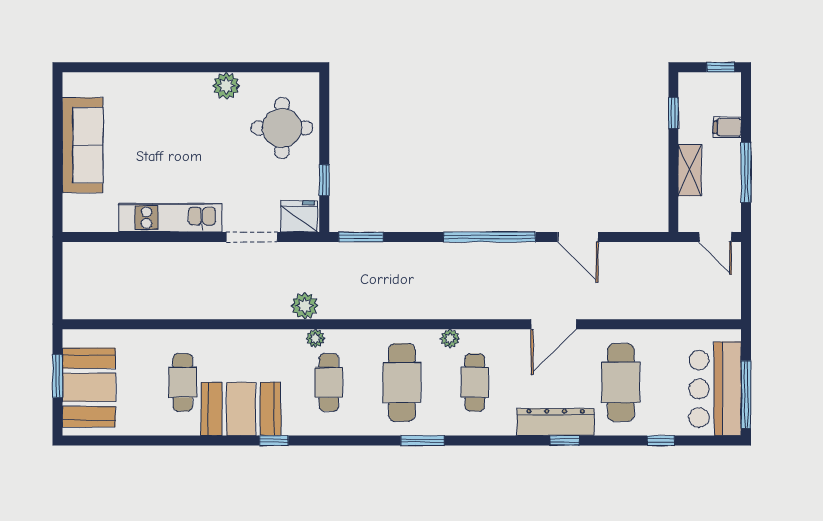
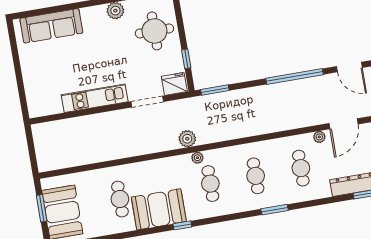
sofa: (83, 145) -> (51, 26), moved, turned 90
plant: (450, 338) -> (319, 137), moved
cafe table: (402, 382) -> (256, 176), width x0.73, depth x0.74

